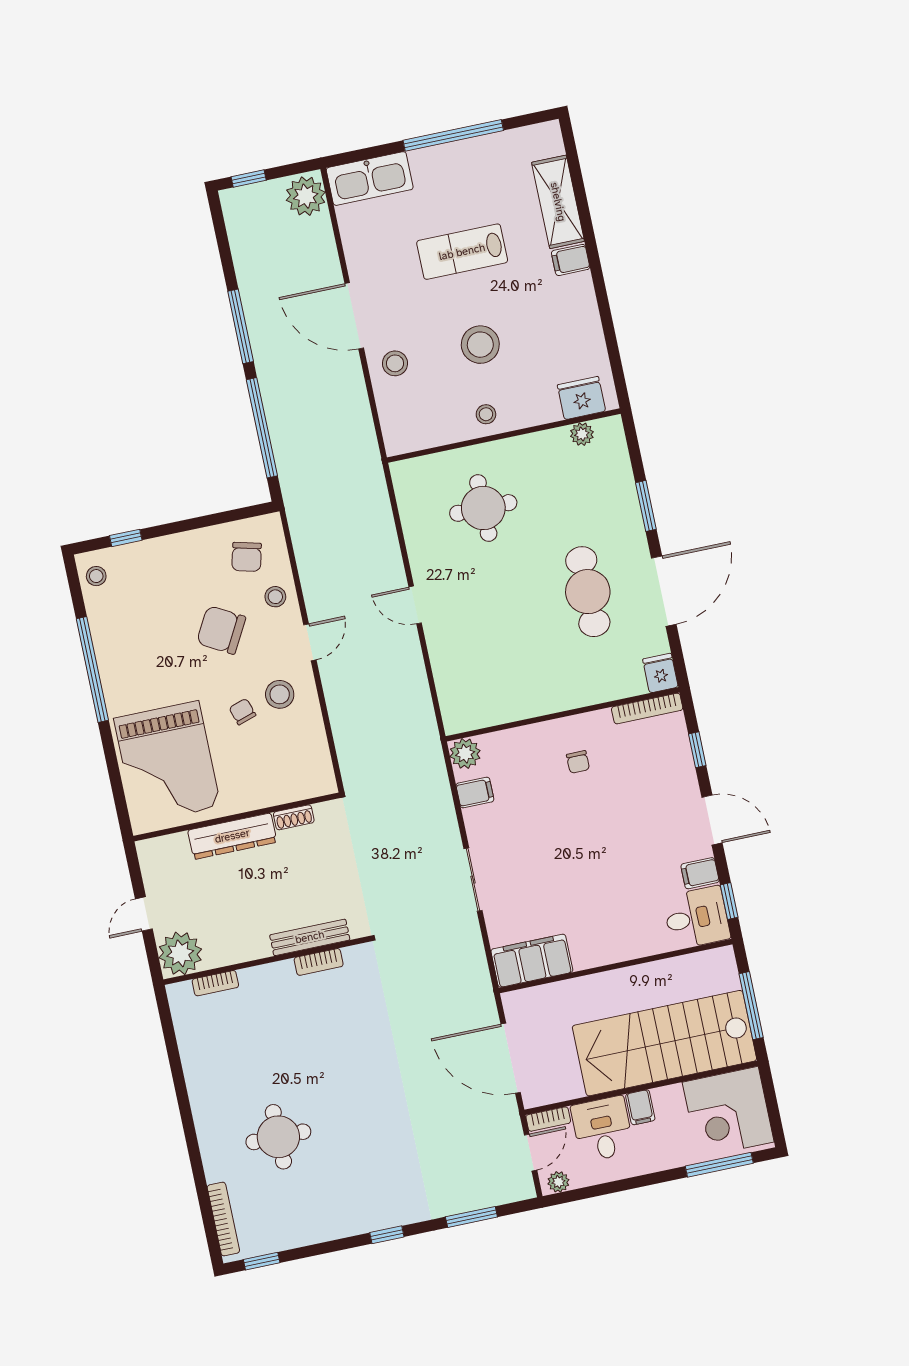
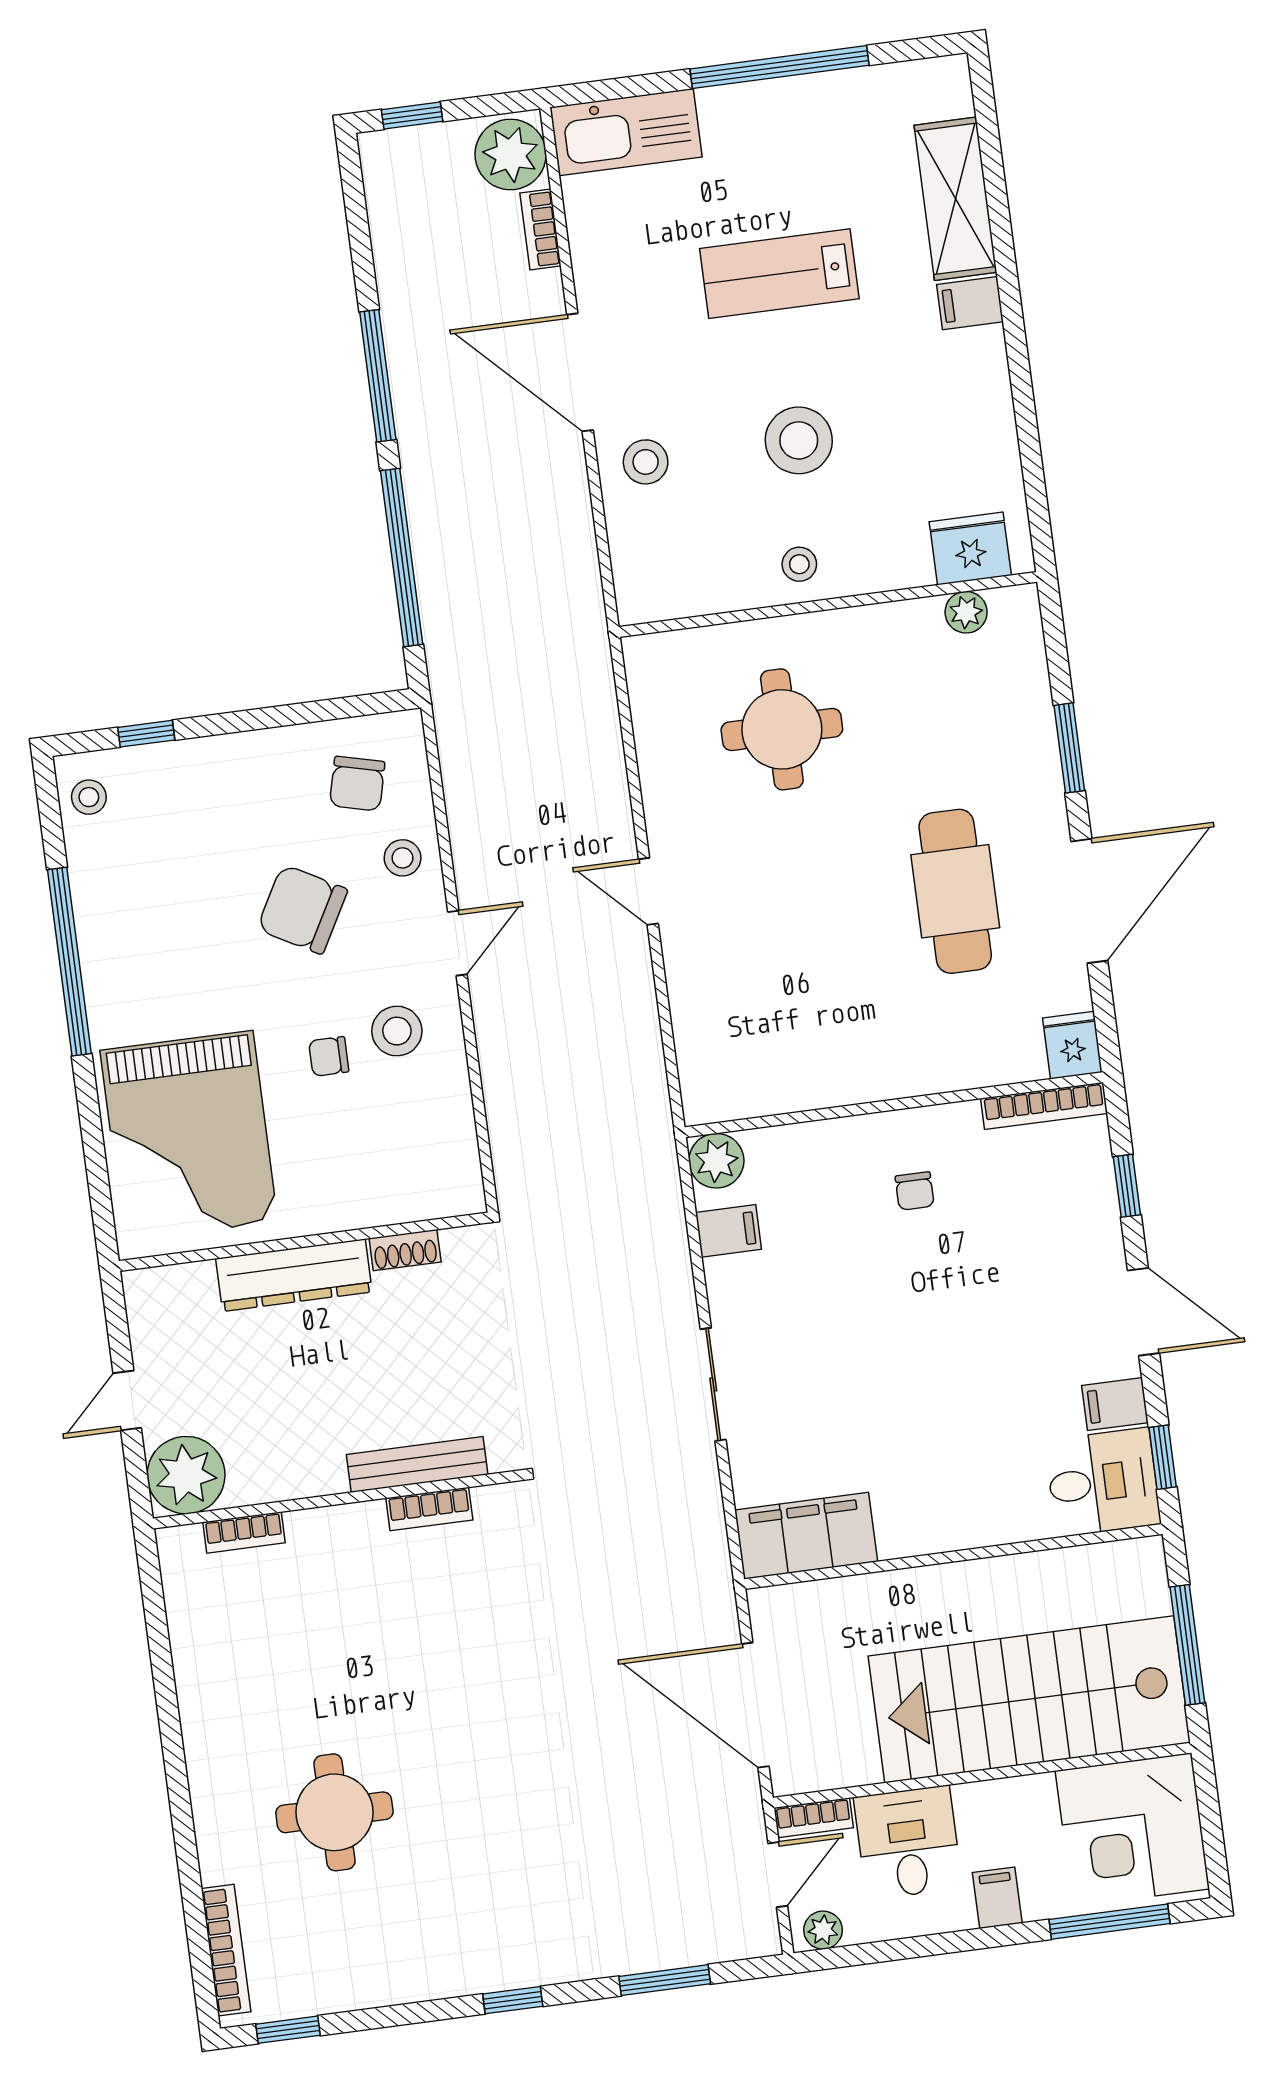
bookcase: (326, 237) -> (541, 229), added
chair: (242, 712) -> (329, 1056), turned -72
filing cabinet: (640, 1107) -> (997, 1898), moved, turned 180

